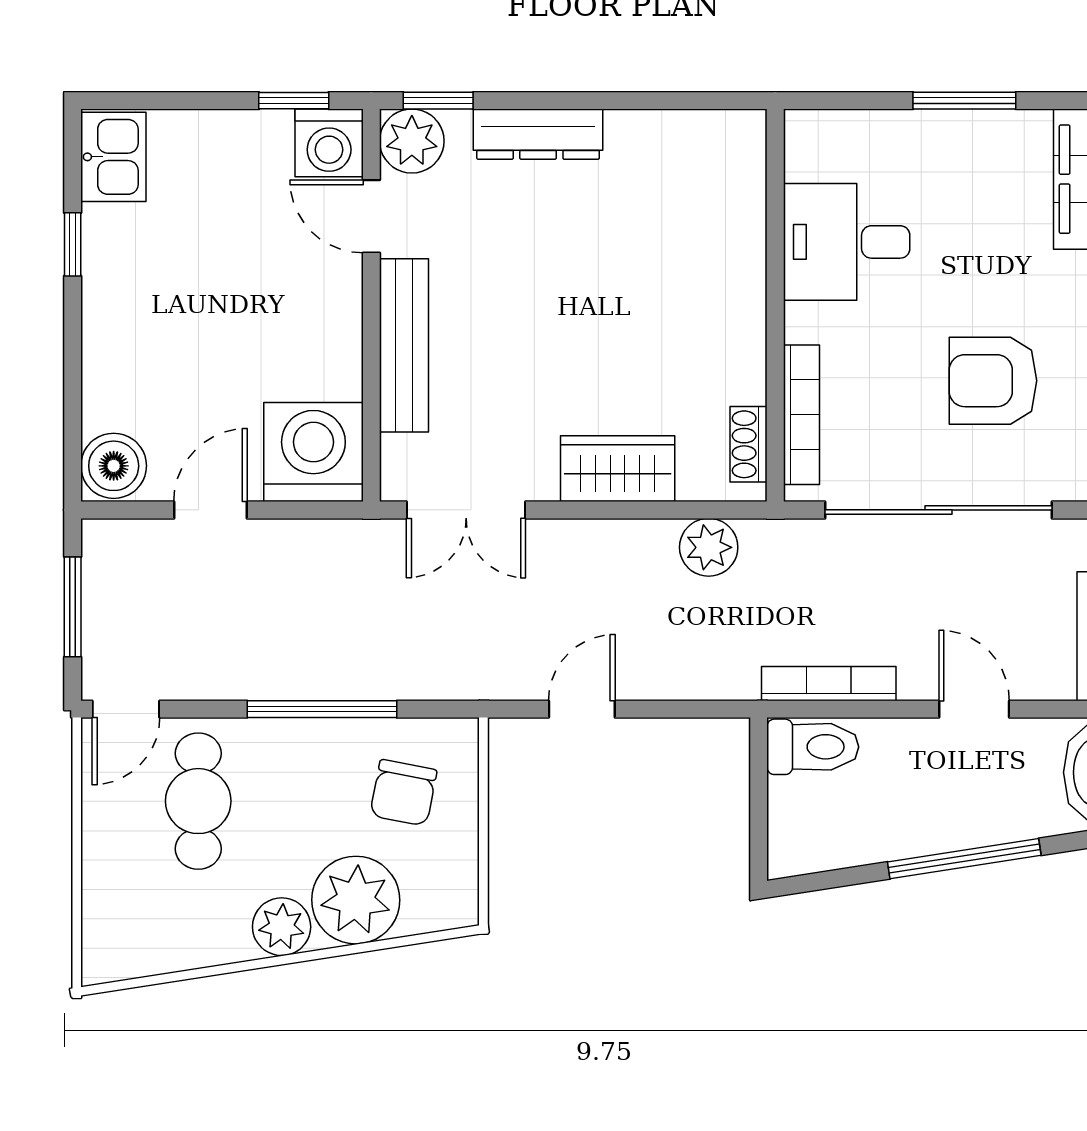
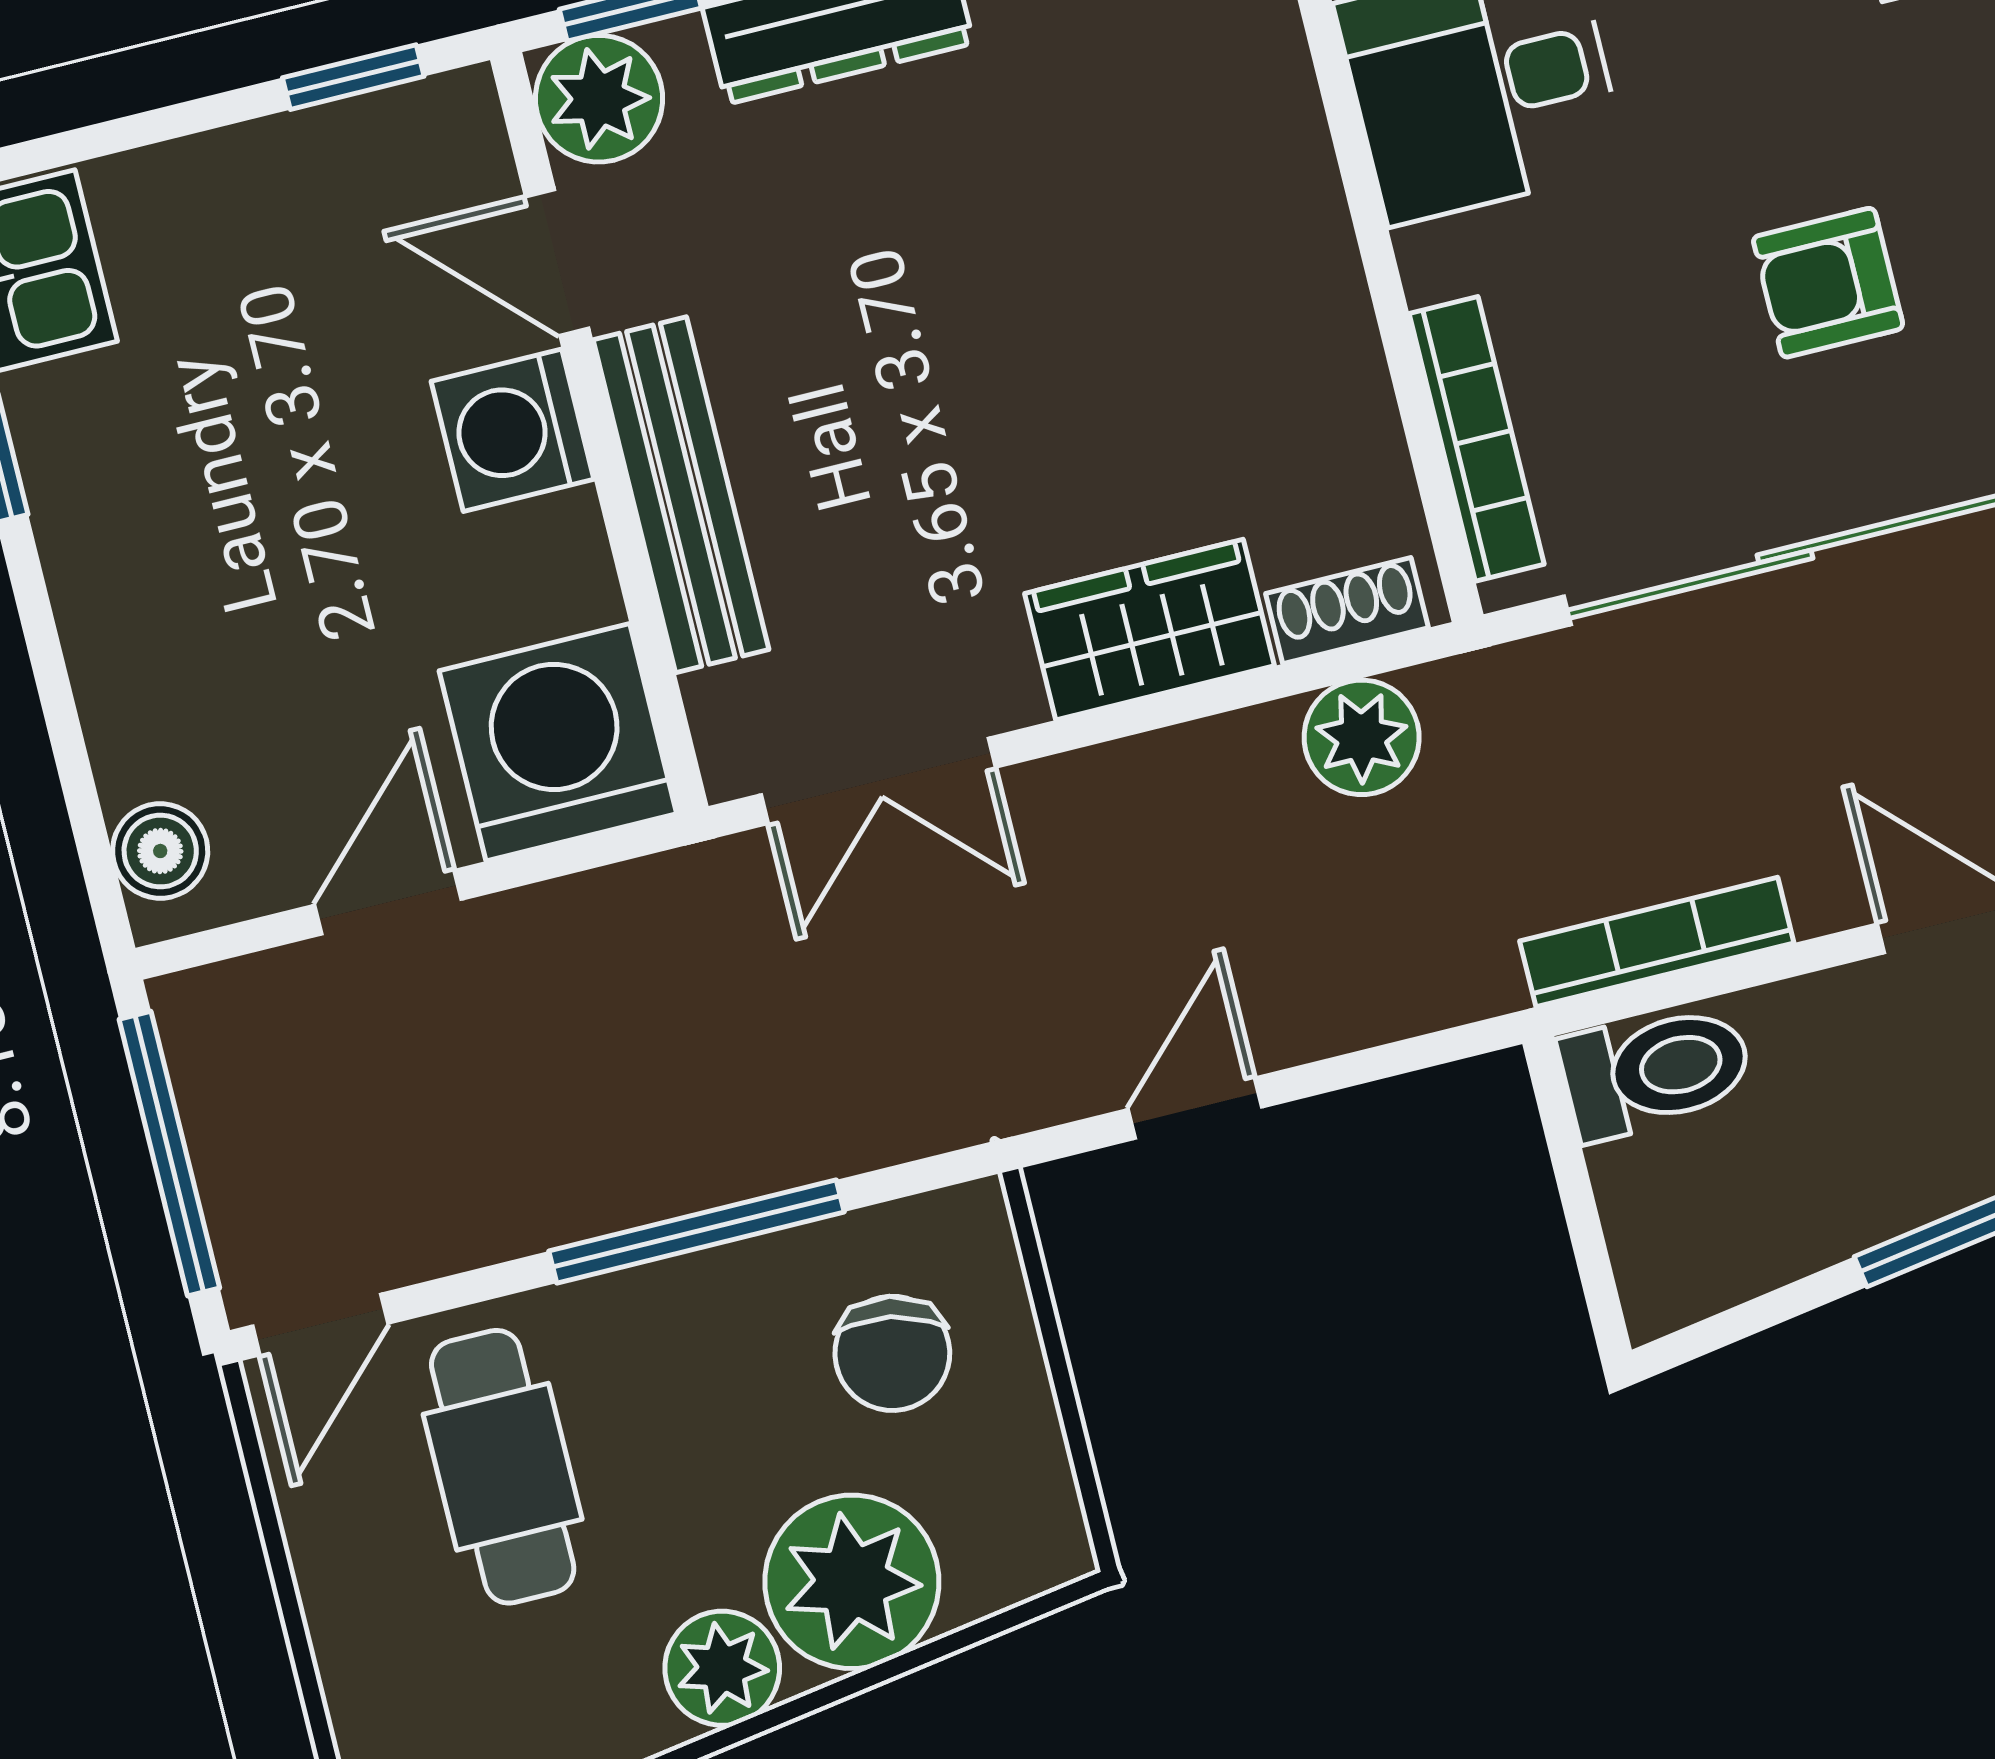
washing machine: (329, 143) -> (513, 430), moved, turned 90
armchair: (993, 381) -> (1828, 283), width x0.72, depth x0.72
shoe rack: (749, 444) -> (1347, 611), moved, turned 90
boiler: (114, 466) -> (160, 851), width x0.73, depth x0.73
window: (73, 607) -> (169, 1154), width x1.44

